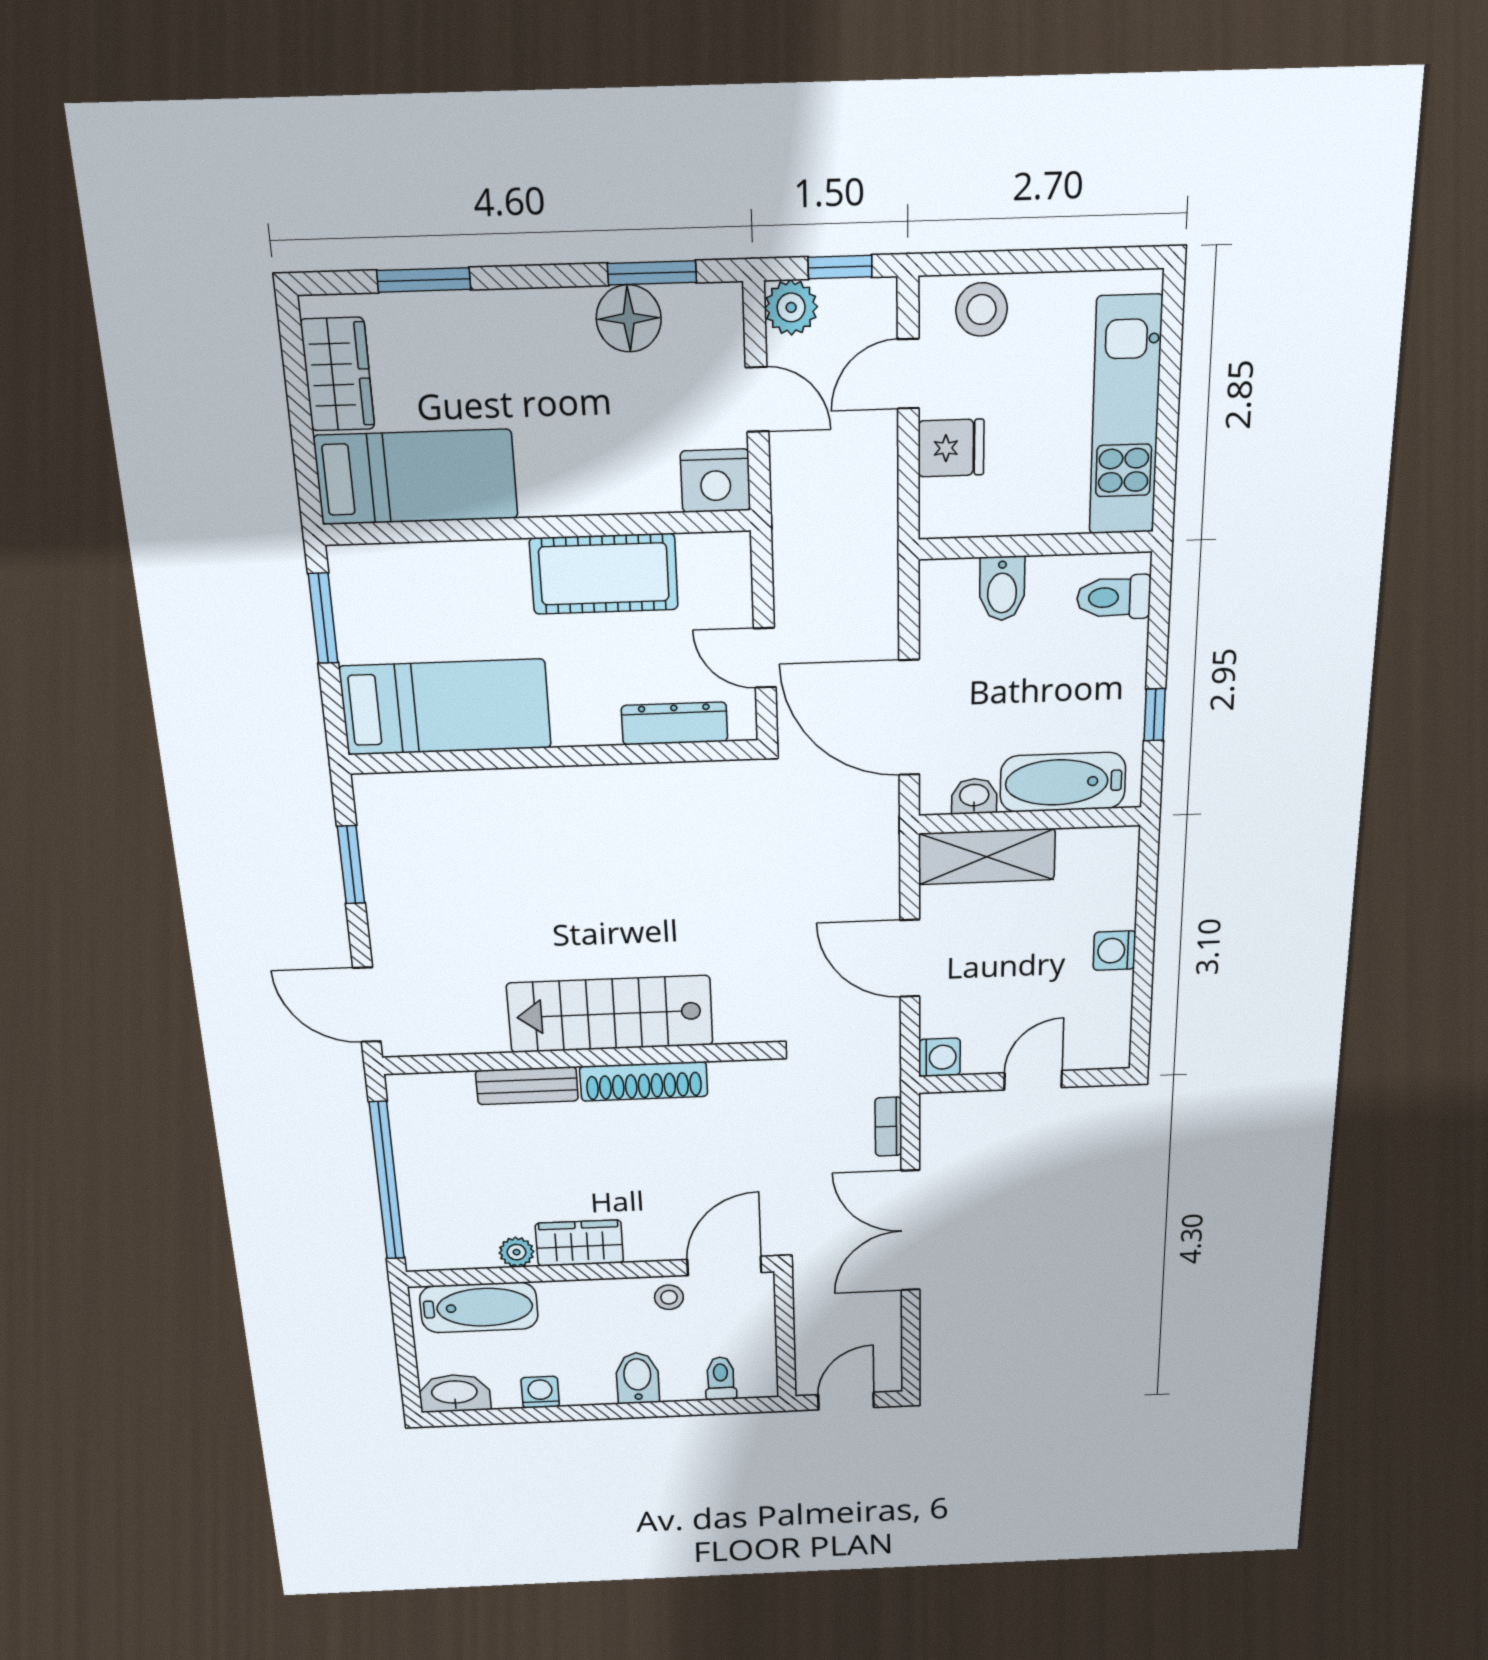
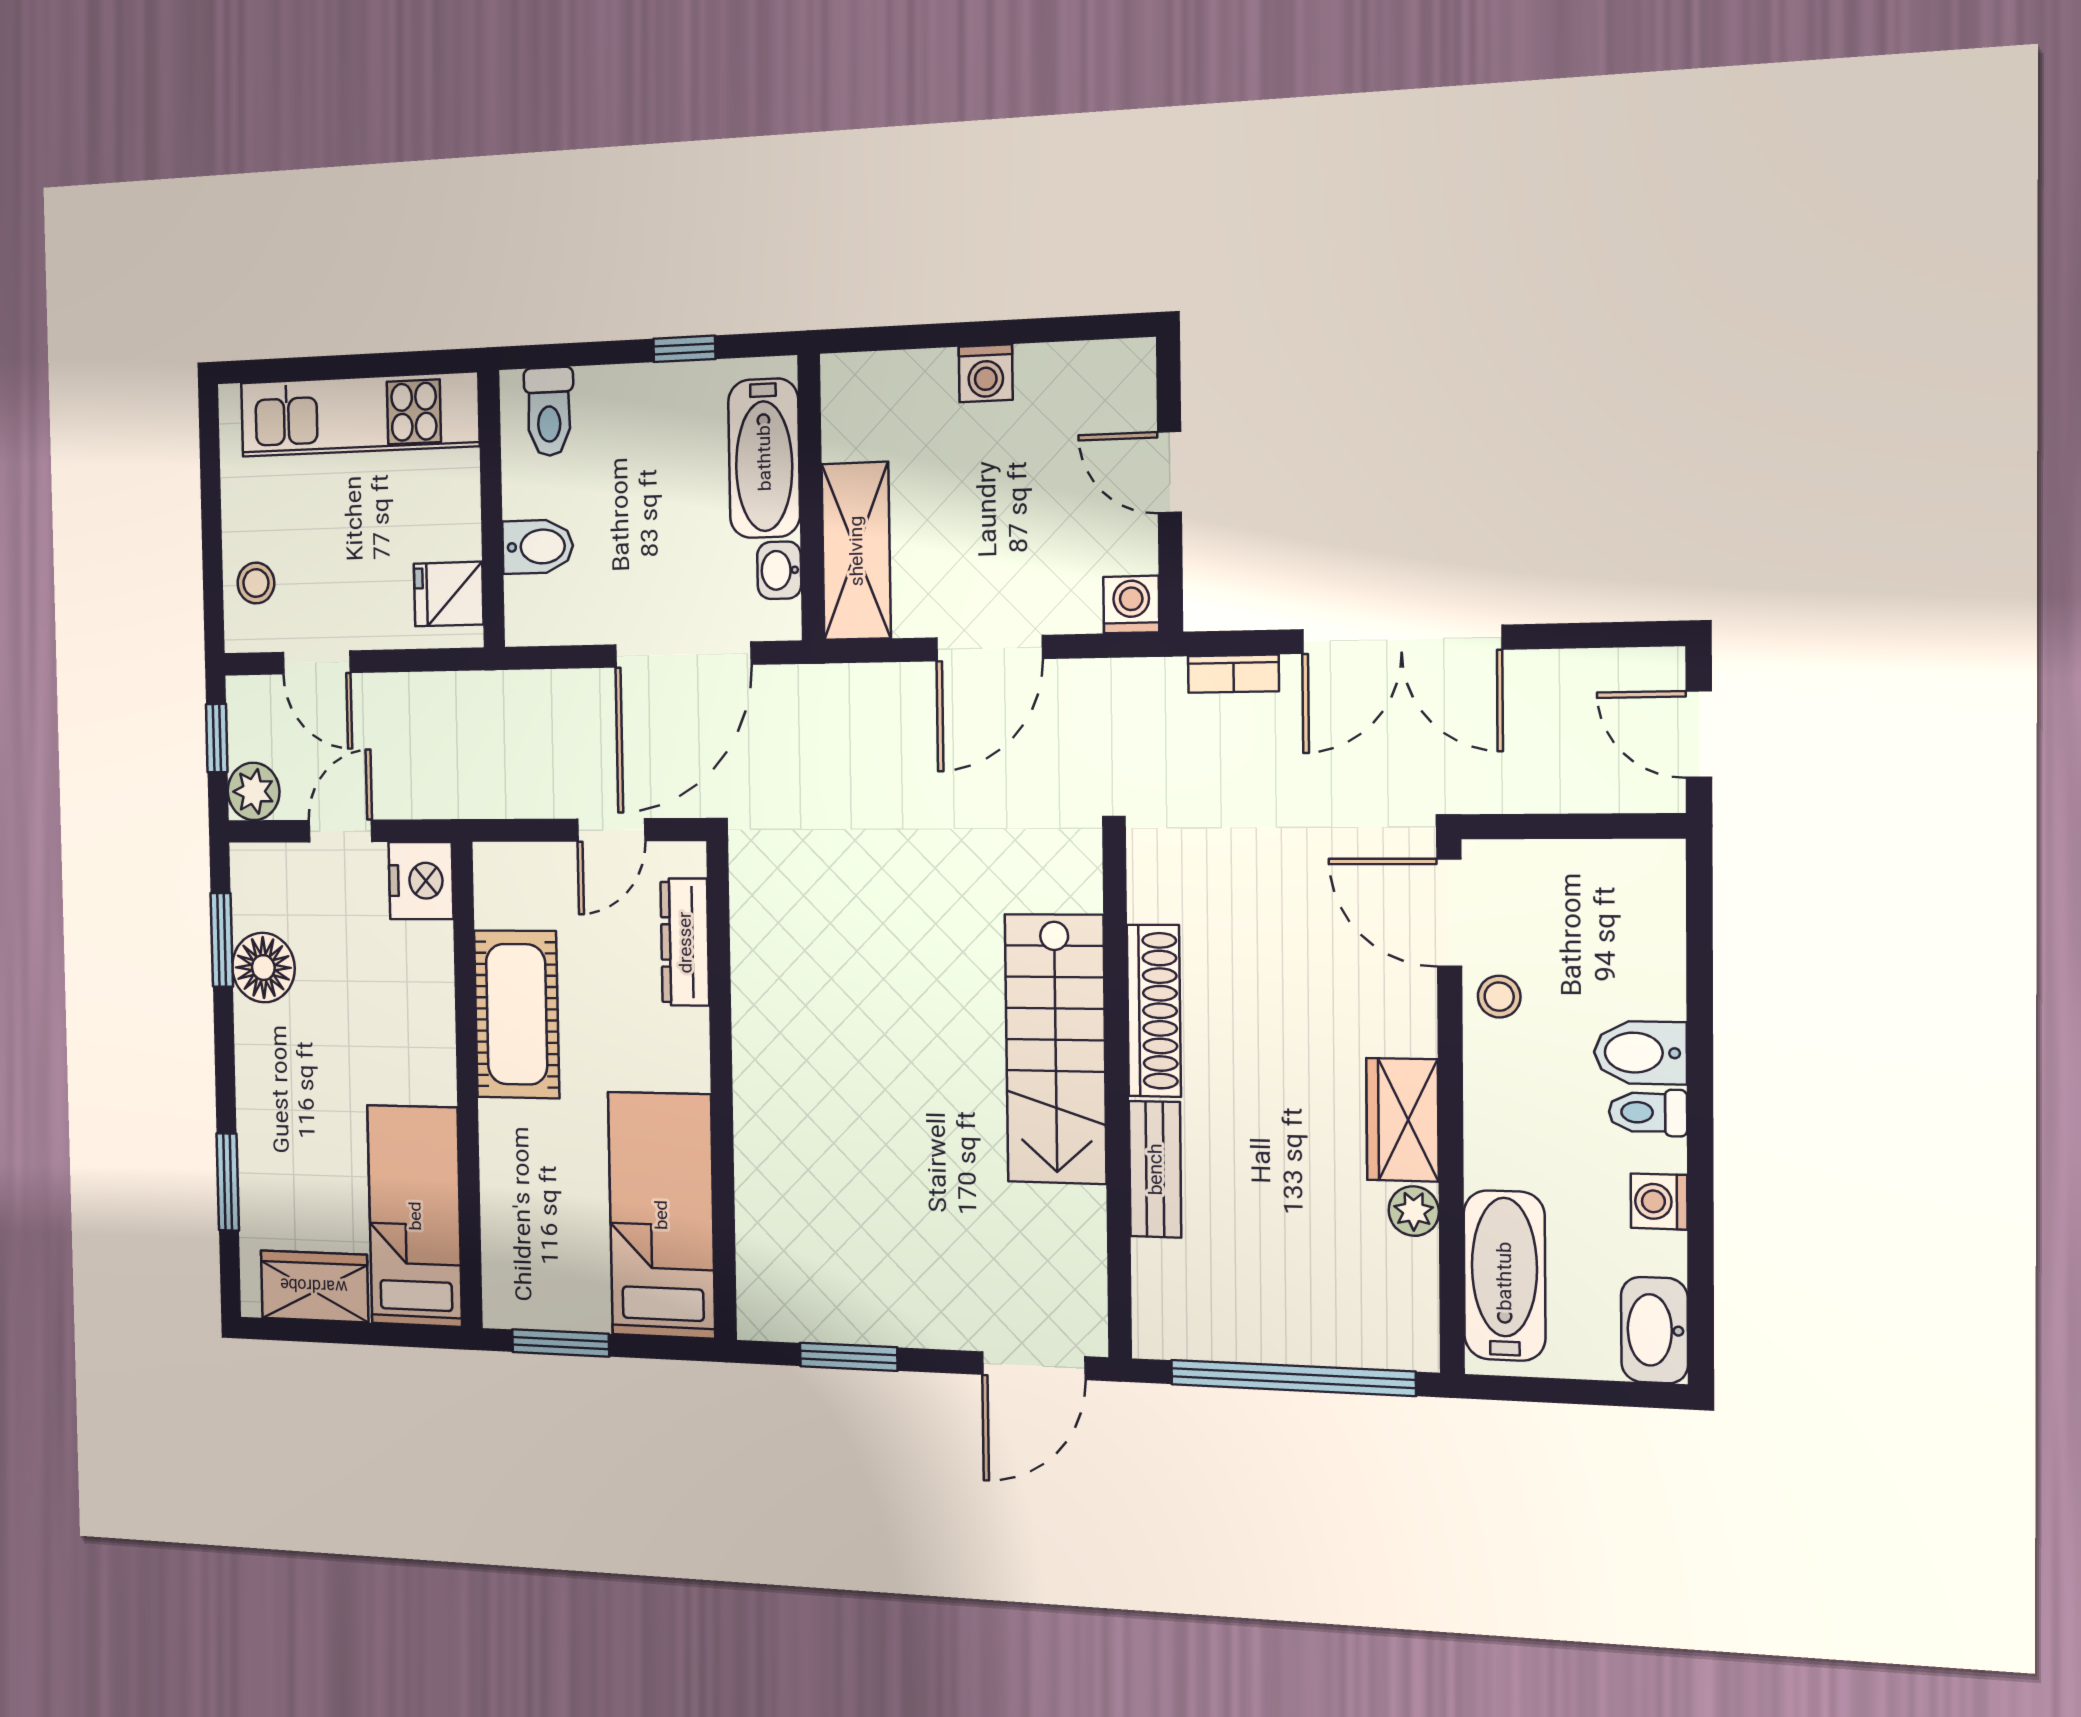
stool: (982, 309) -> (256, 583), width x0.73, depth x0.73
fridge: (951, 448) -> (449, 594), moved, turned -90
toilet: (721, 1378) -> (1648, 1112), moved

